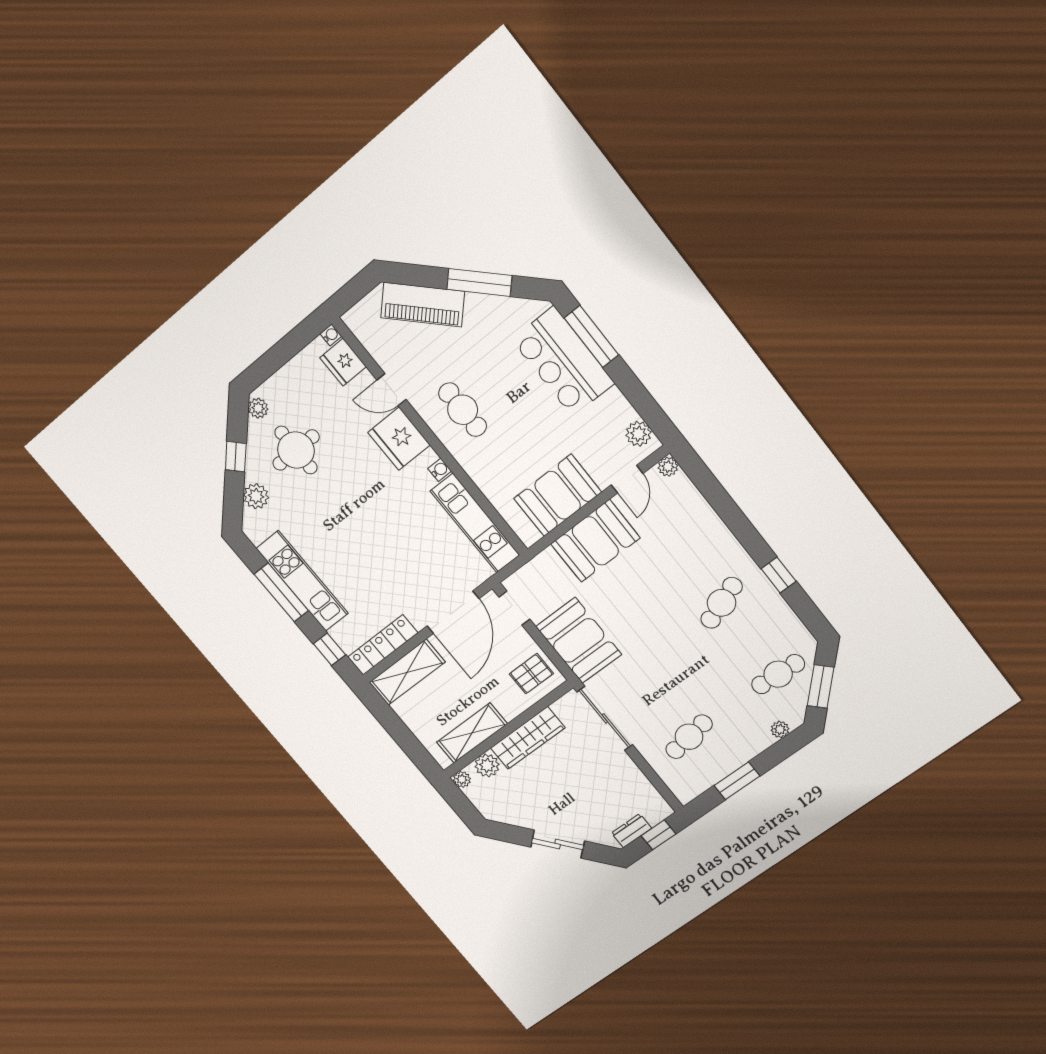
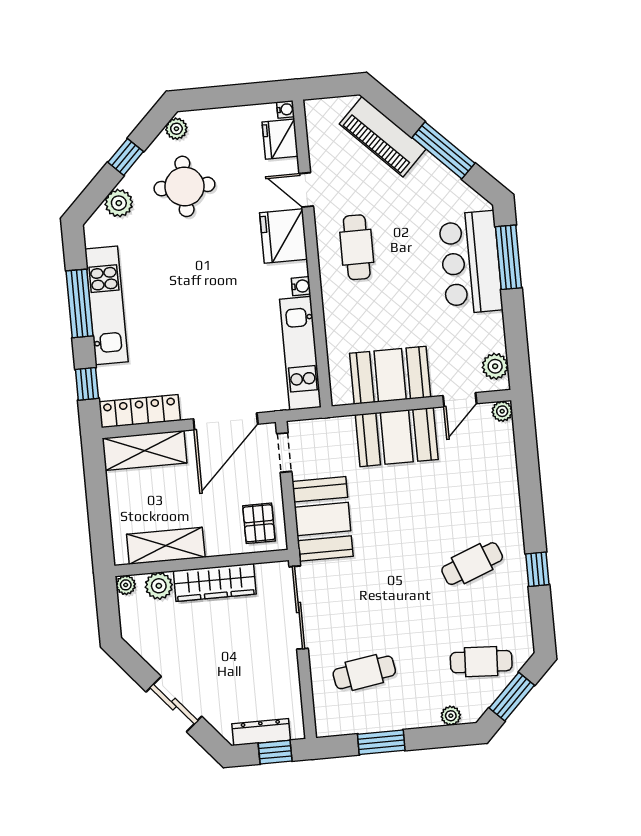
pallet: (531, 674) -> (259, 523), turned 90
dresser: (632, 831) -> (261, 732), width x1.44

